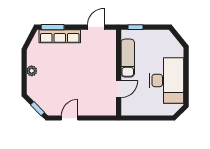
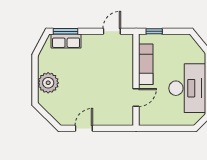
row of seats: (60, 36) -> (66, 41), width x0.68
plant: (32, 71) -> (48, 83), width x1.87, depth x1.87
window: (38, 109) -> (49, 118), removed

